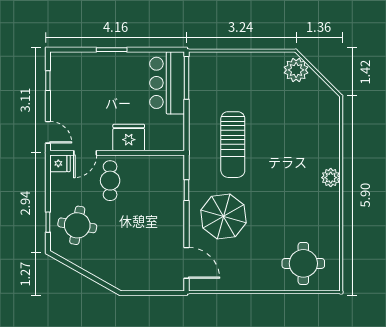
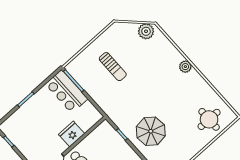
plant: (296, 70) -> (146, 31), moved
sun lounger: (233, 145) -> (113, 67), moved, width x0.73, depth x0.75

